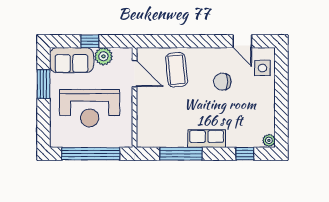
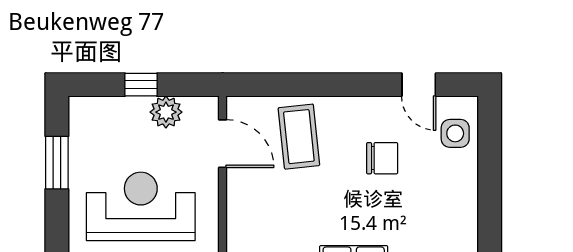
sofa: (72, 60) -> (108, 119), removed
chair: (222, 82) -> (382, 158), turned 180
reception desk: (90, 108) -> (141, 206), turned 180

